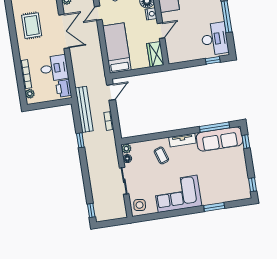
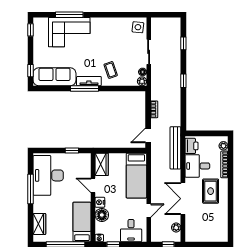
rug: (32, 26) -> (211, 191), moved
door: (161, 31) -> (93, 185), hinge flipped
desk: (215, 39) -> (48, 175), width x1.36, depth x1.30
window: (213, 60) -> (72, 150), moved
bench: (84, 109) -> (175, 148), moved
window: (215, 127) -> (84, 88), moved
window: (80, 140) -> (183, 81), moved
corner sofa: (178, 194) -> (69, 32), moved
window: (214, 207) -> (69, 15), width x1.44
window: (91, 210) -> (183, 43), moved

